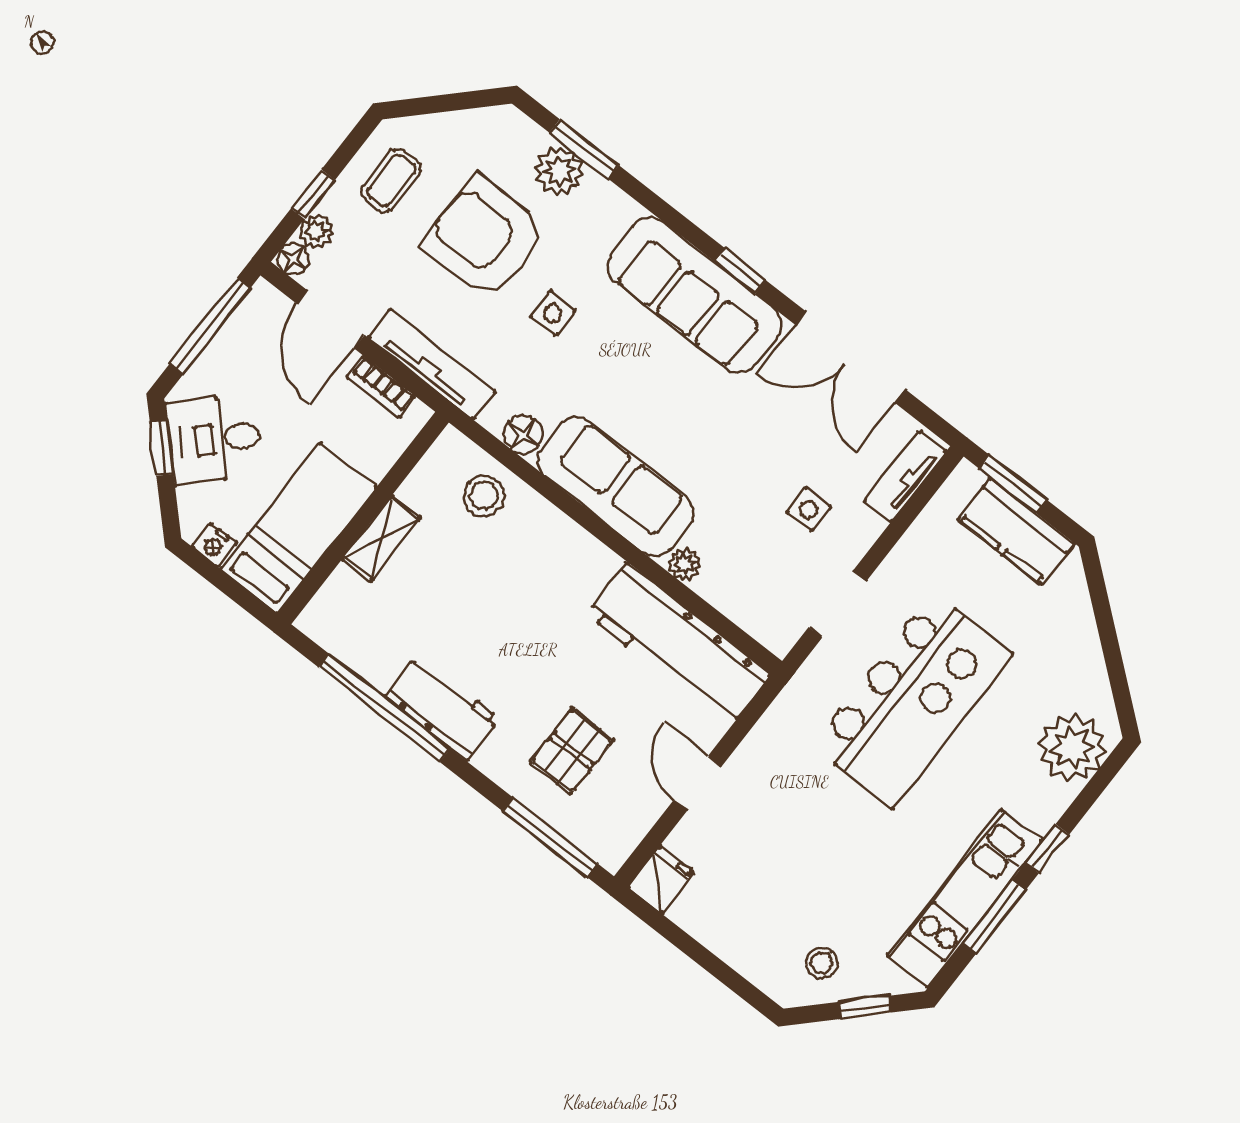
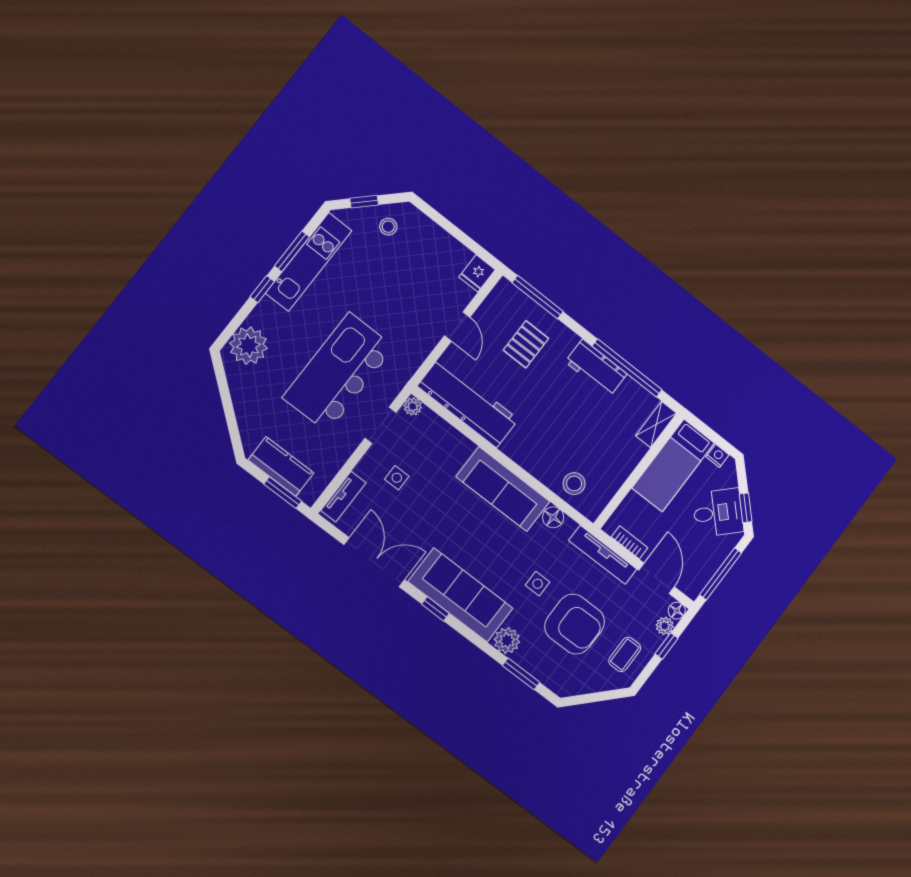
plant: (559, 171) -> (507, 641), moved
shelving: (381, 538) -> (656, 424), moved
plant: (685, 564) -> (413, 406), moved

